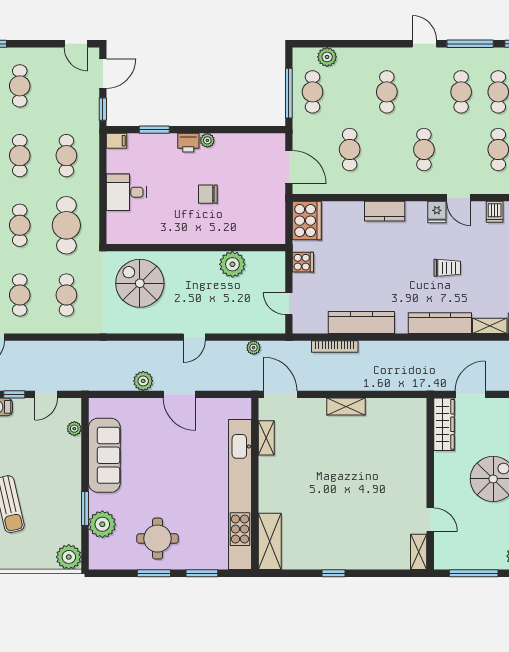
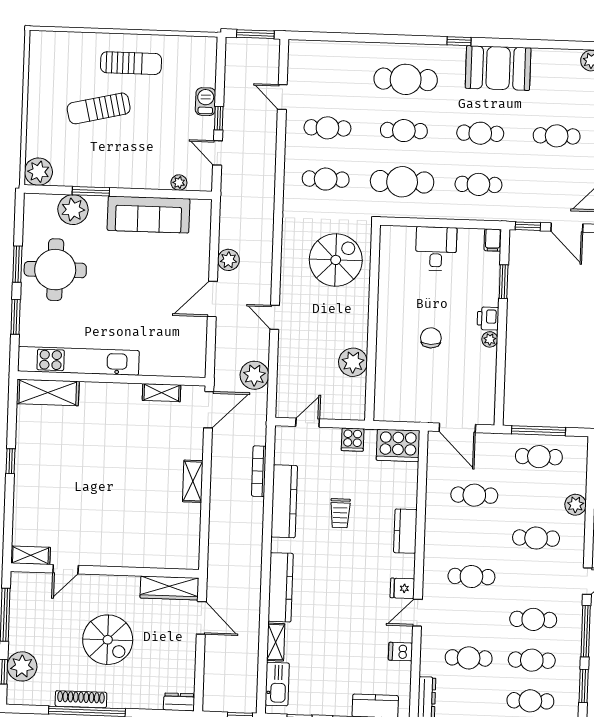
plant: (327, 57) -> (575, 505), moved
door: (289, 167) -> (457, 428), hinge flipped
trolley: (447, 268) -> (340, 513), moved
plant: (254, 348) -> (254, 375), width x1.87, depth x1.87
kitchen unit: (240, 495) -> (78, 361), width x0.73
round table: (158, 539) -> (55, 270), width x1.36, depth x1.36

